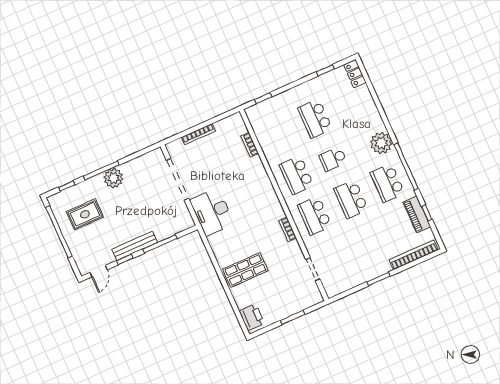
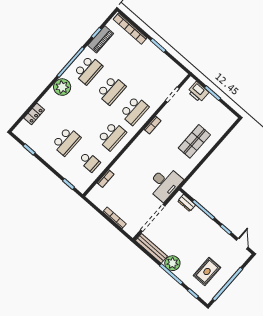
locker: (355, 74) -> (34, 114), moved
school desk: (333, 159) -> (89, 162), moved
rug: (85, 214) -> (207, 271), turned 90
dresser: (177, 227) -> (187, 203), added
bench: (135, 246) -> (151, 248), moved
shop shelf: (245, 270) -> (194, 141), turned 90
door: (99, 271) -> (242, 244), hinge flipped
printer: (252, 317) -> (198, 92), moved, turned -90

